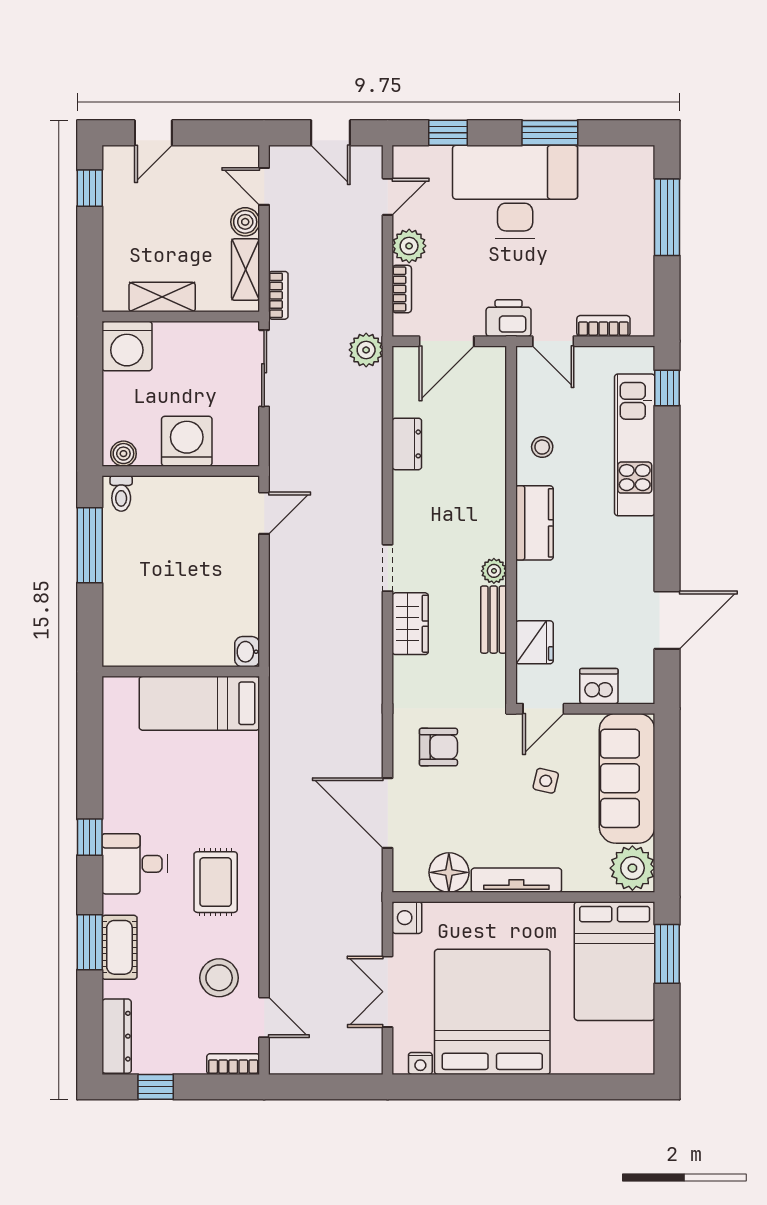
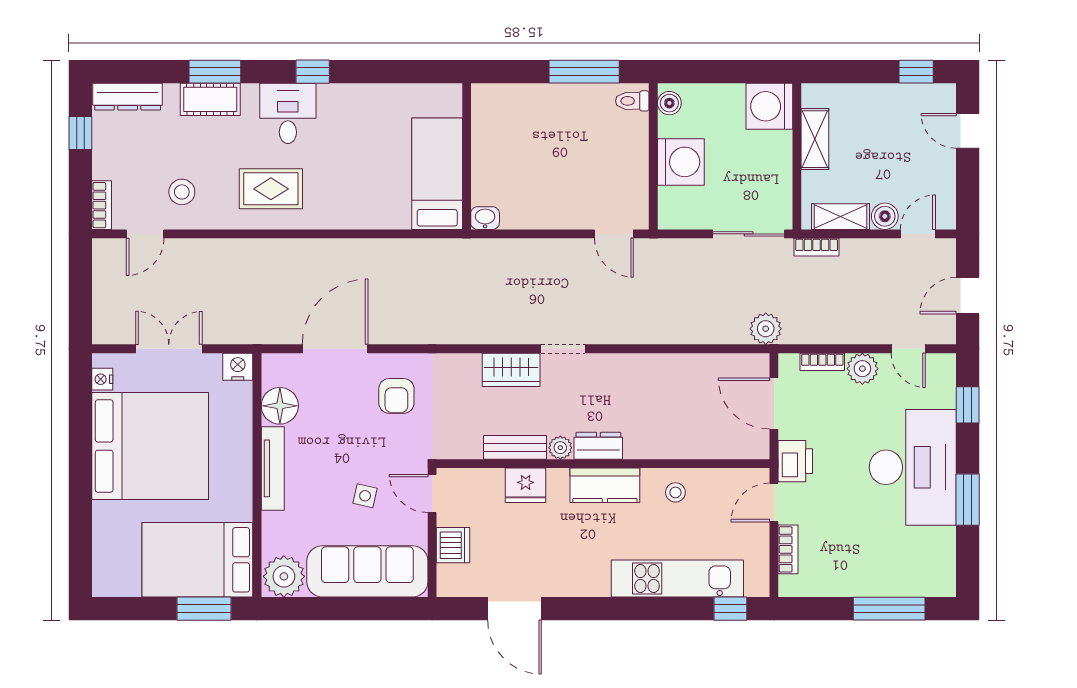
dresser: (407, 444) -> (598, 446), moved, turned 180
fridge: (534, 642) -> (526, 485), moved
stool: (219, 978) -> (182, 192), width x0.73, depth x0.73

